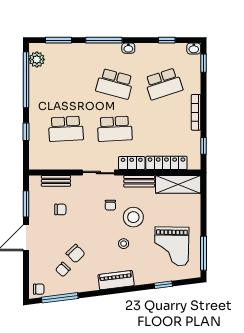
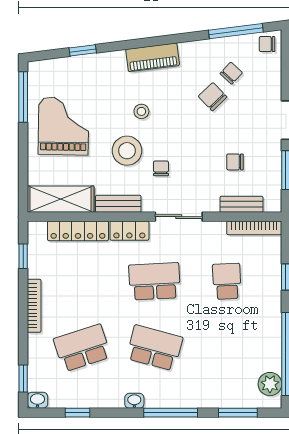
school desk: (66, 129) -> (227, 281), width x0.54
bookcase: (47, 165) -> (254, 228), added
grand piano: (172, 246) -> (63, 126), moved

